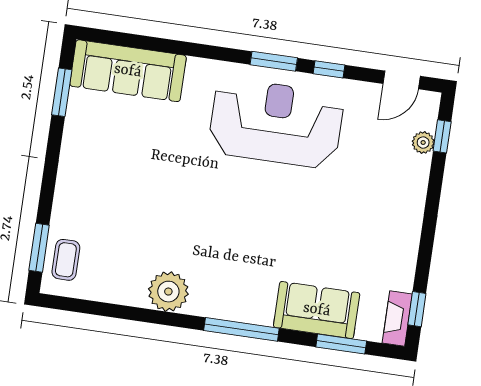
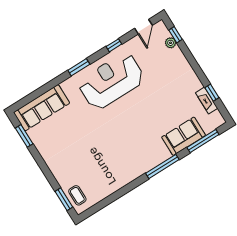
window: (274, 61) -> (79, 67), moved
plant: (168, 292) -> (124, 175), removed
window: (417, 309) -> (212, 93), moved
fireplace: (397, 319) -> (207, 100), moved
window: (341, 344) -> (203, 141), width x1.44

